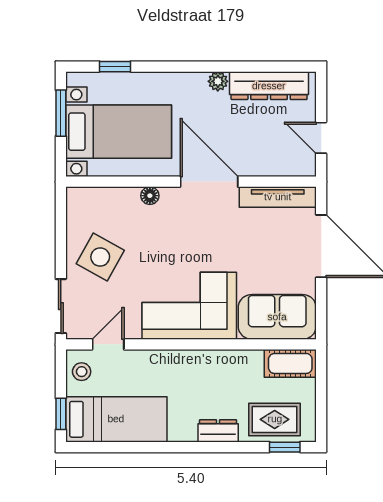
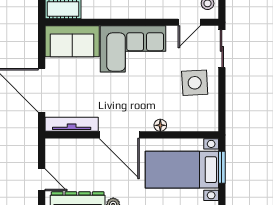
window: (61, 113) -> (222, 167), moved
door: (321, 138) -> (42, 180), moved
side table: (100, 257) -> (195, 83), turned -32

